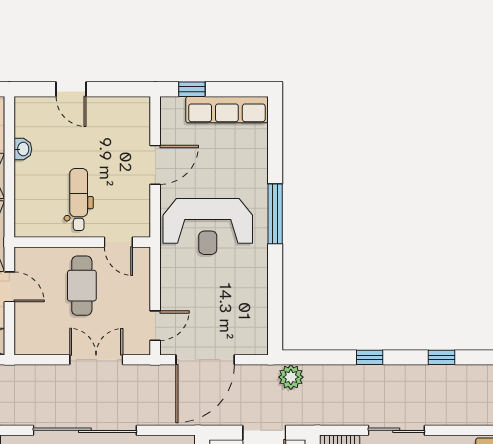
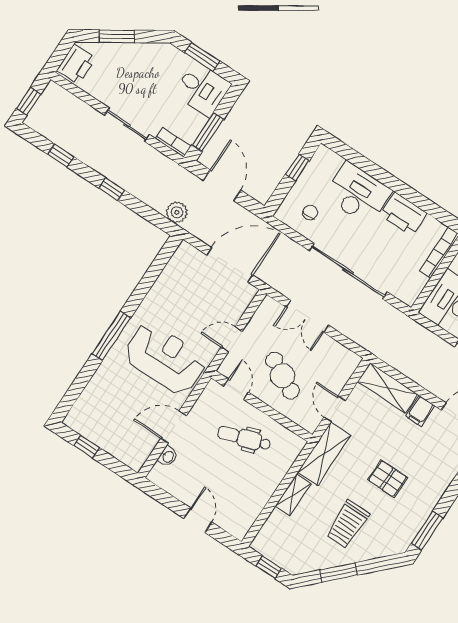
window: (192, 89) -> (87, 447), moved
row of seats: (227, 110) -> (97, 432), removed
washbasin: (23, 149) -> (168, 456), moved, turned 180
dental chair: (79, 199) -> (244, 438), turned 72
cafe table: (82, 286) -> (283, 376), turned -62
door: (155, 326) -> (232, 339), moved

